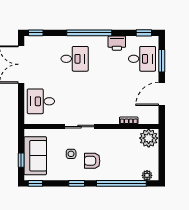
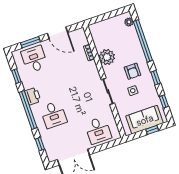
window: (36, 33) -> (40, 144), moved
window: (144, 33) -> (16, 76), moved
printer: (117, 43) -> (33, 96), moved
desk: (75, 59) -> (54, 115), turned 180
plant: (149, 138) -> (107, 57), moved
window: (35, 183) -> (164, 102), moved

